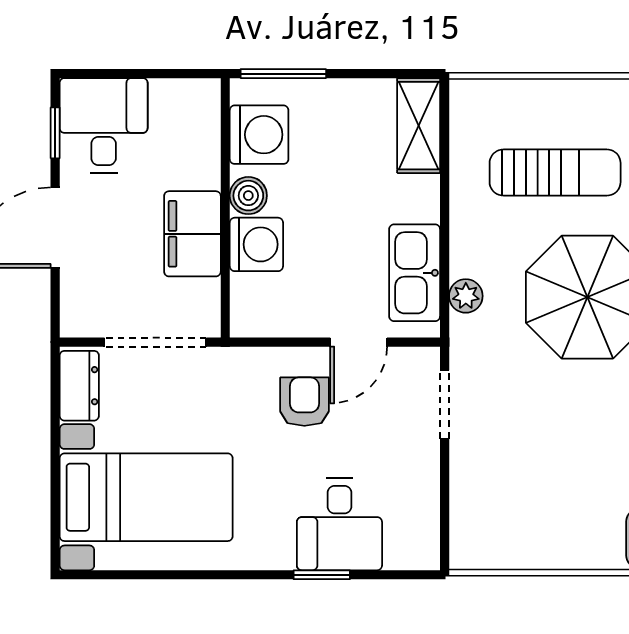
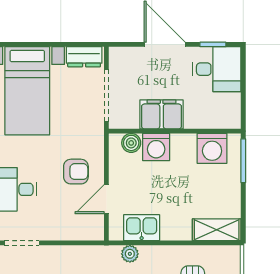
boiler: (248, 196) -> (131, 143), moved
kitchen sink: (415, 273) -> (142, 228), width x0.73
door: (359, 342) -> (106, 199), hinge flipped
doorway: (445, 404) -> (22, 243), moved

